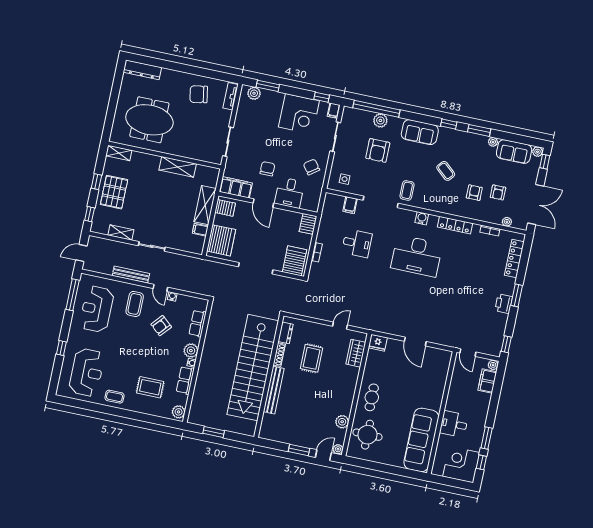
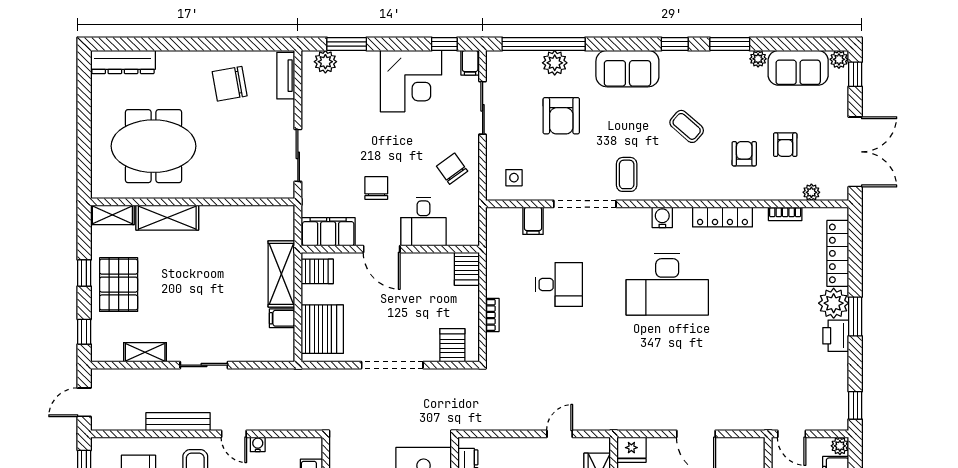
shelving: (178, 167) -> (167, 218), moved
server rack: (294, 261) -> (452, 345), width x0.73, depth x0.70
plant: (506, 285) -> (834, 303), added

